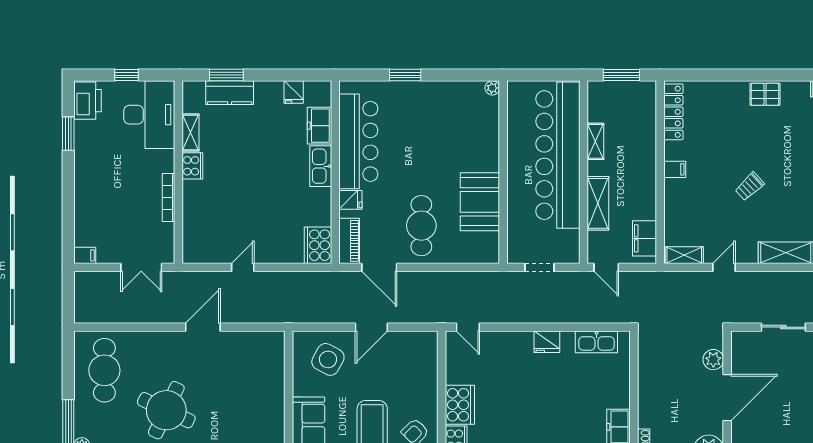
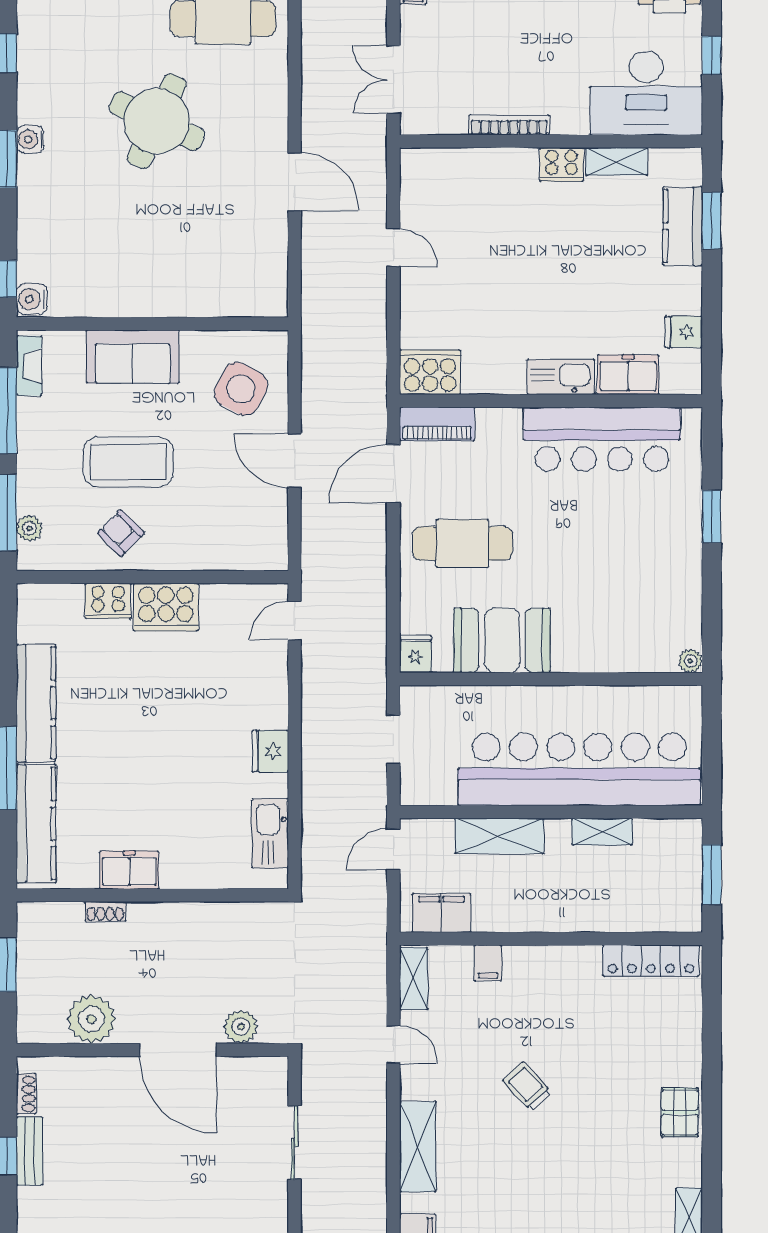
filing cabinet: (675, 169) -> (488, 963), moved
fridge: (350, 200) -> (415, 654), moved, turned 180

